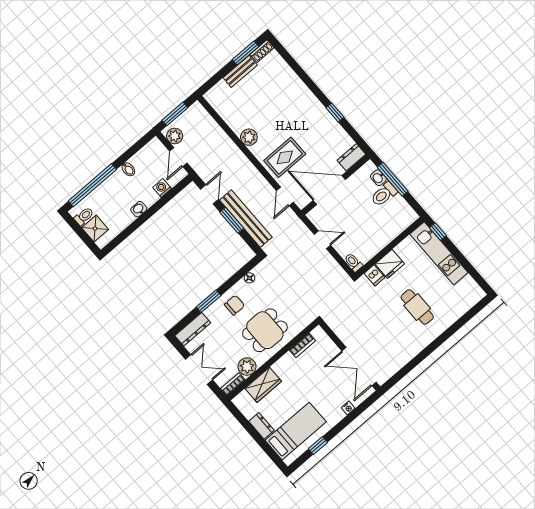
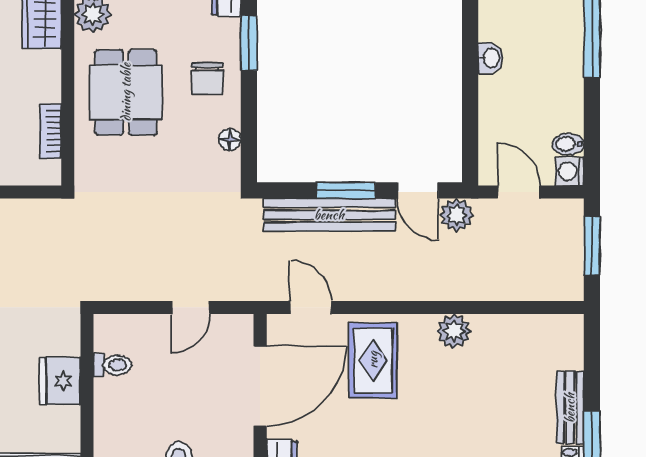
plant: (175, 136) -> (457, 215), moved
bidet: (128, 169) -> (568, 144), moved
washing machine: (162, 188) -> (570, 172), moved, turned 180
toilet: (353, 262) -> (112, 365), moved
dishwasher: (374, 275) -> (63, 341), removed

